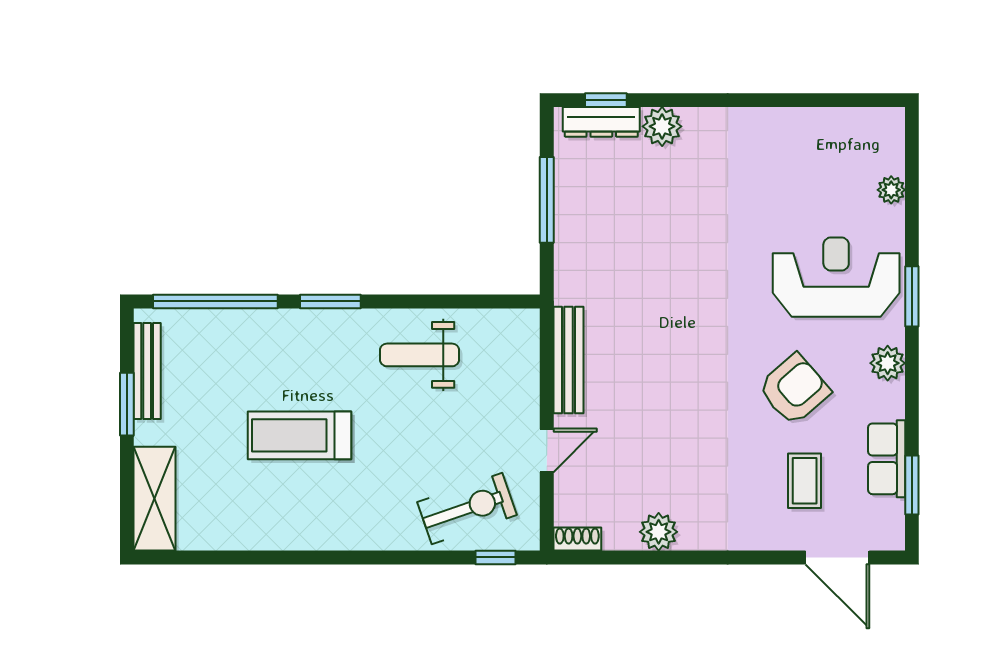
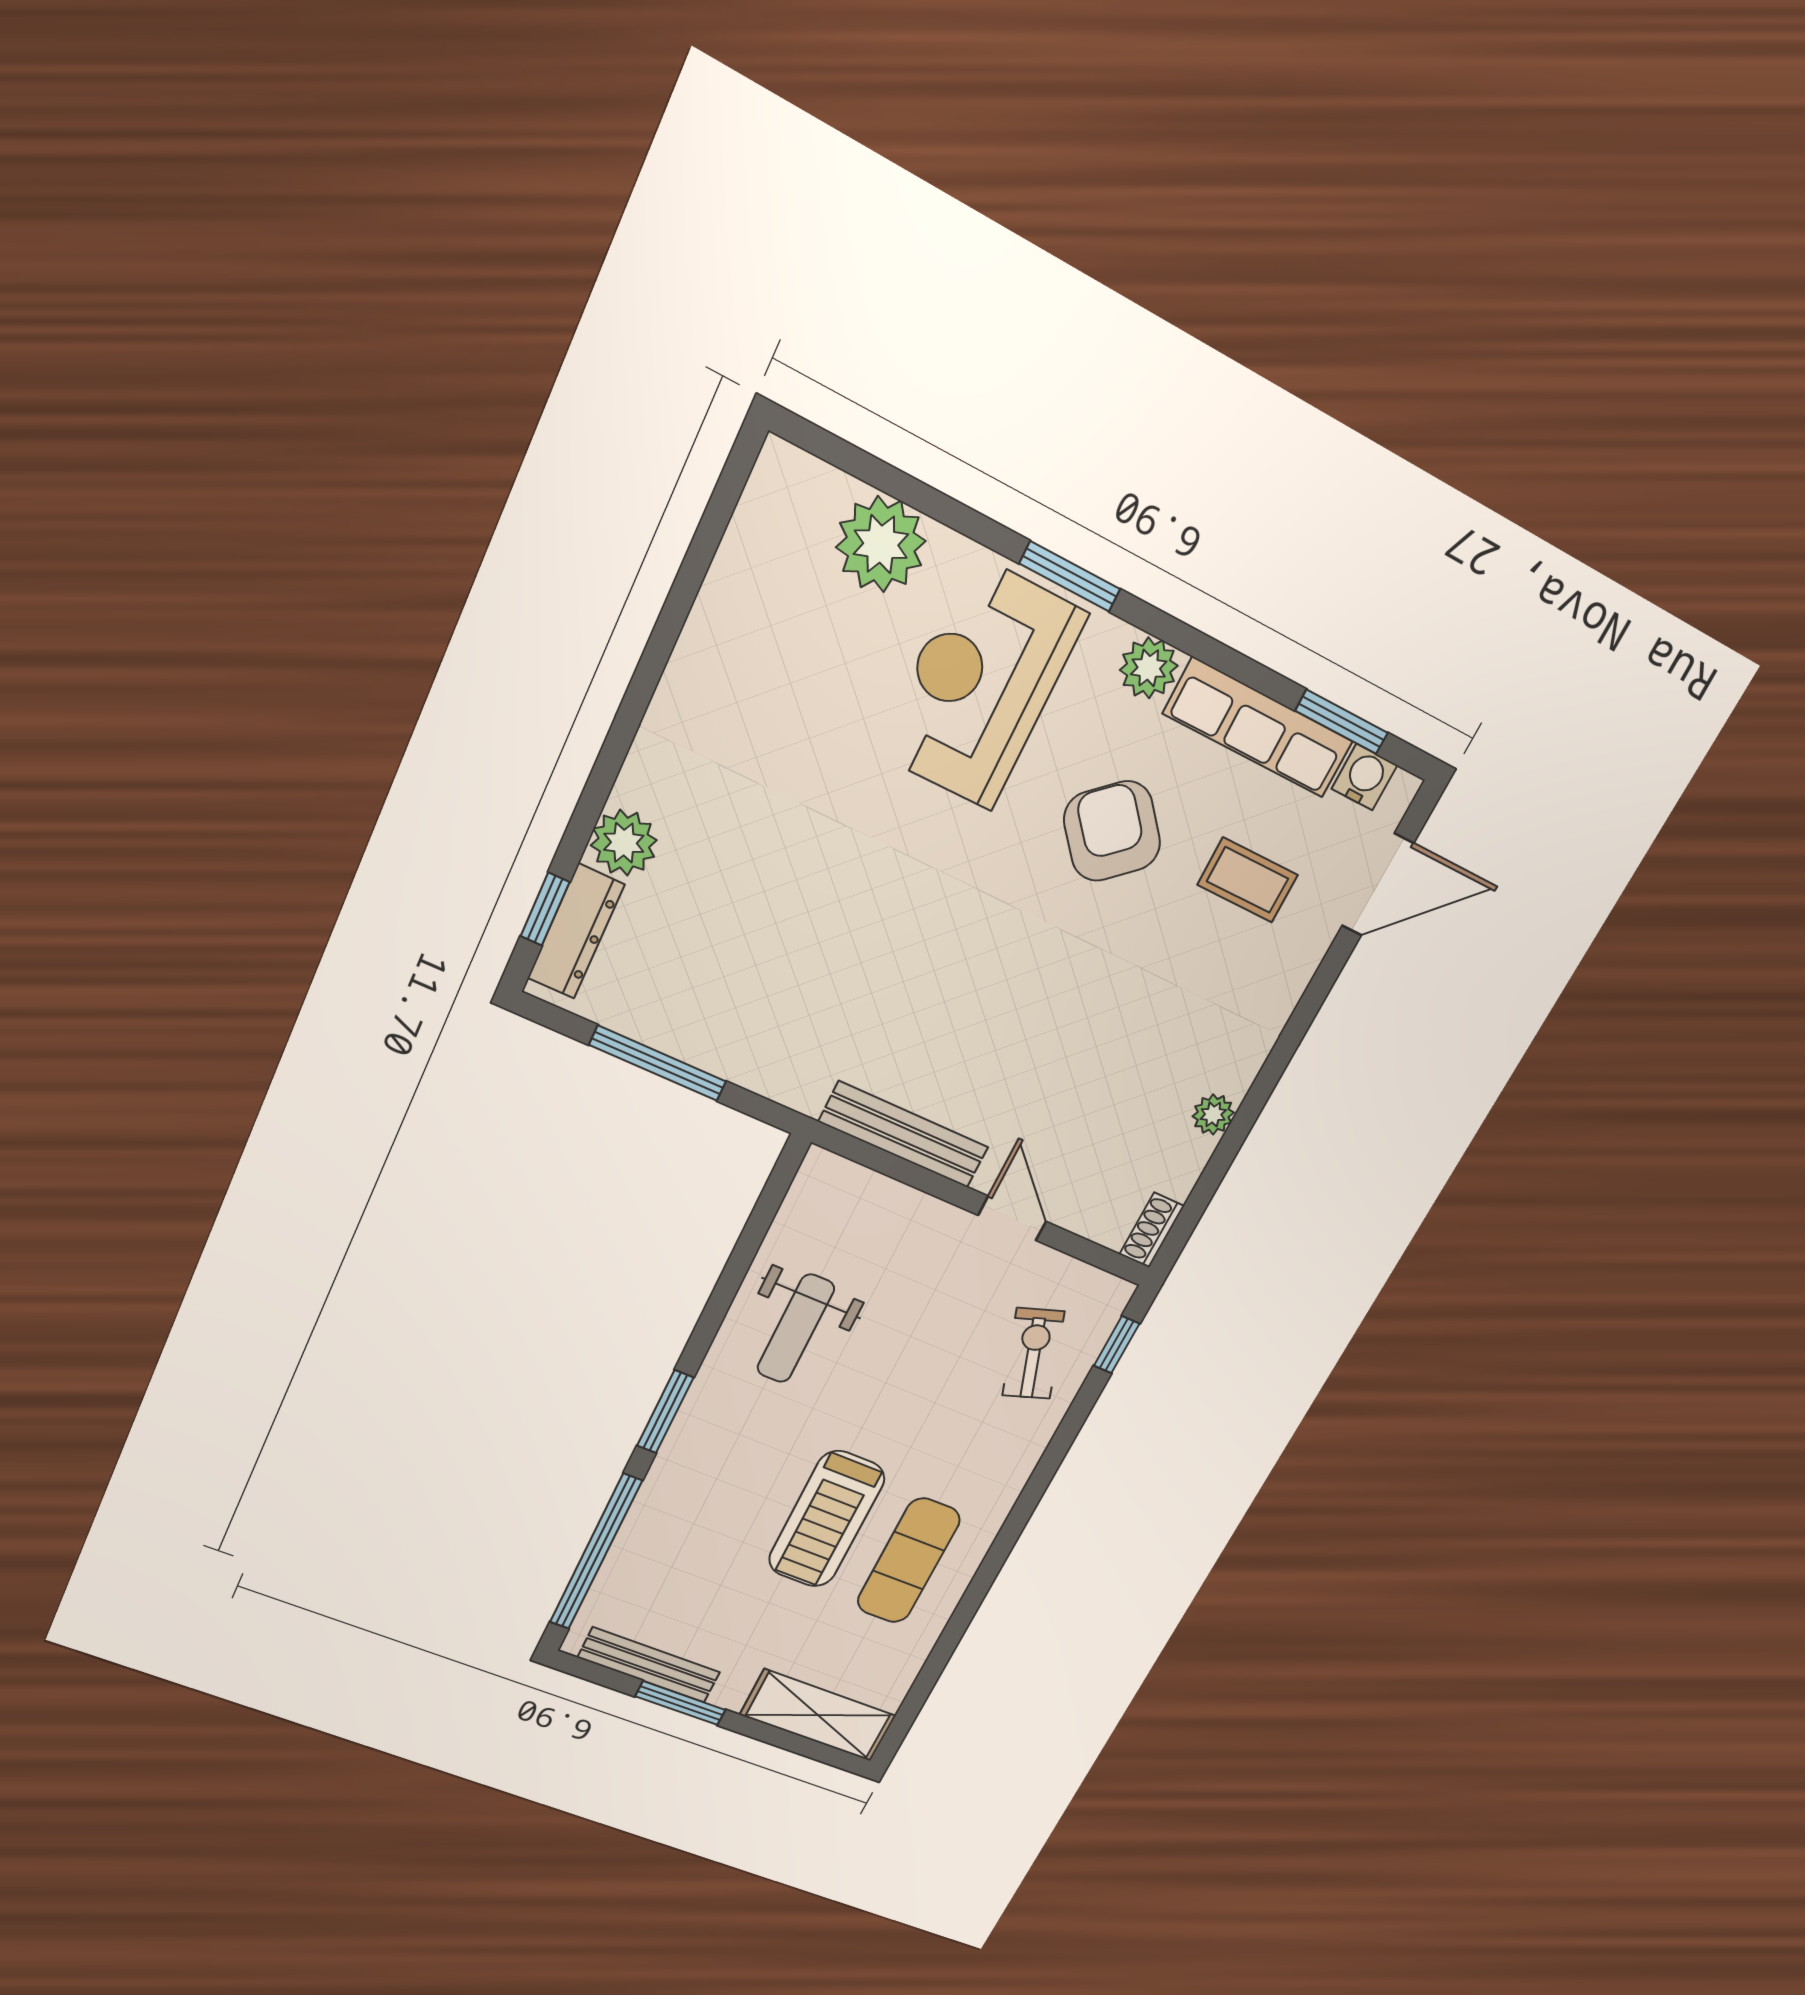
plant: (891, 190) -> (881, 544), width x1.88, depth x1.88
row of seats: (887, 459) -> (1258, 728), width x1.48
exercise mat: (292, 502) -> (909, 1561), added
exercise bike: (467, 508) -> (1033, 1353), width x0.73, depth x0.72
water cooler: (890, 515) -> (1364, 777), added
plant: (659, 532) -> (1213, 1114), width x0.73, depth x0.73

